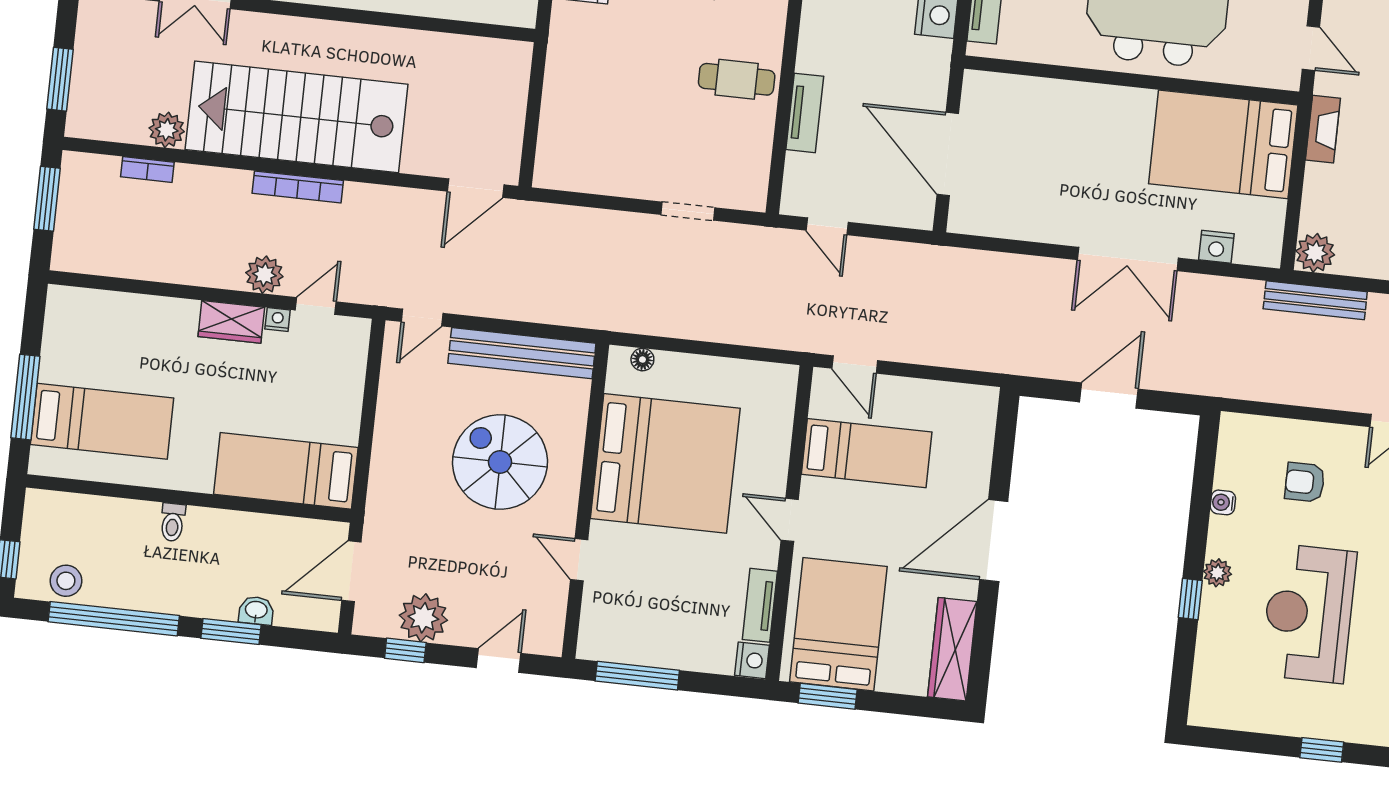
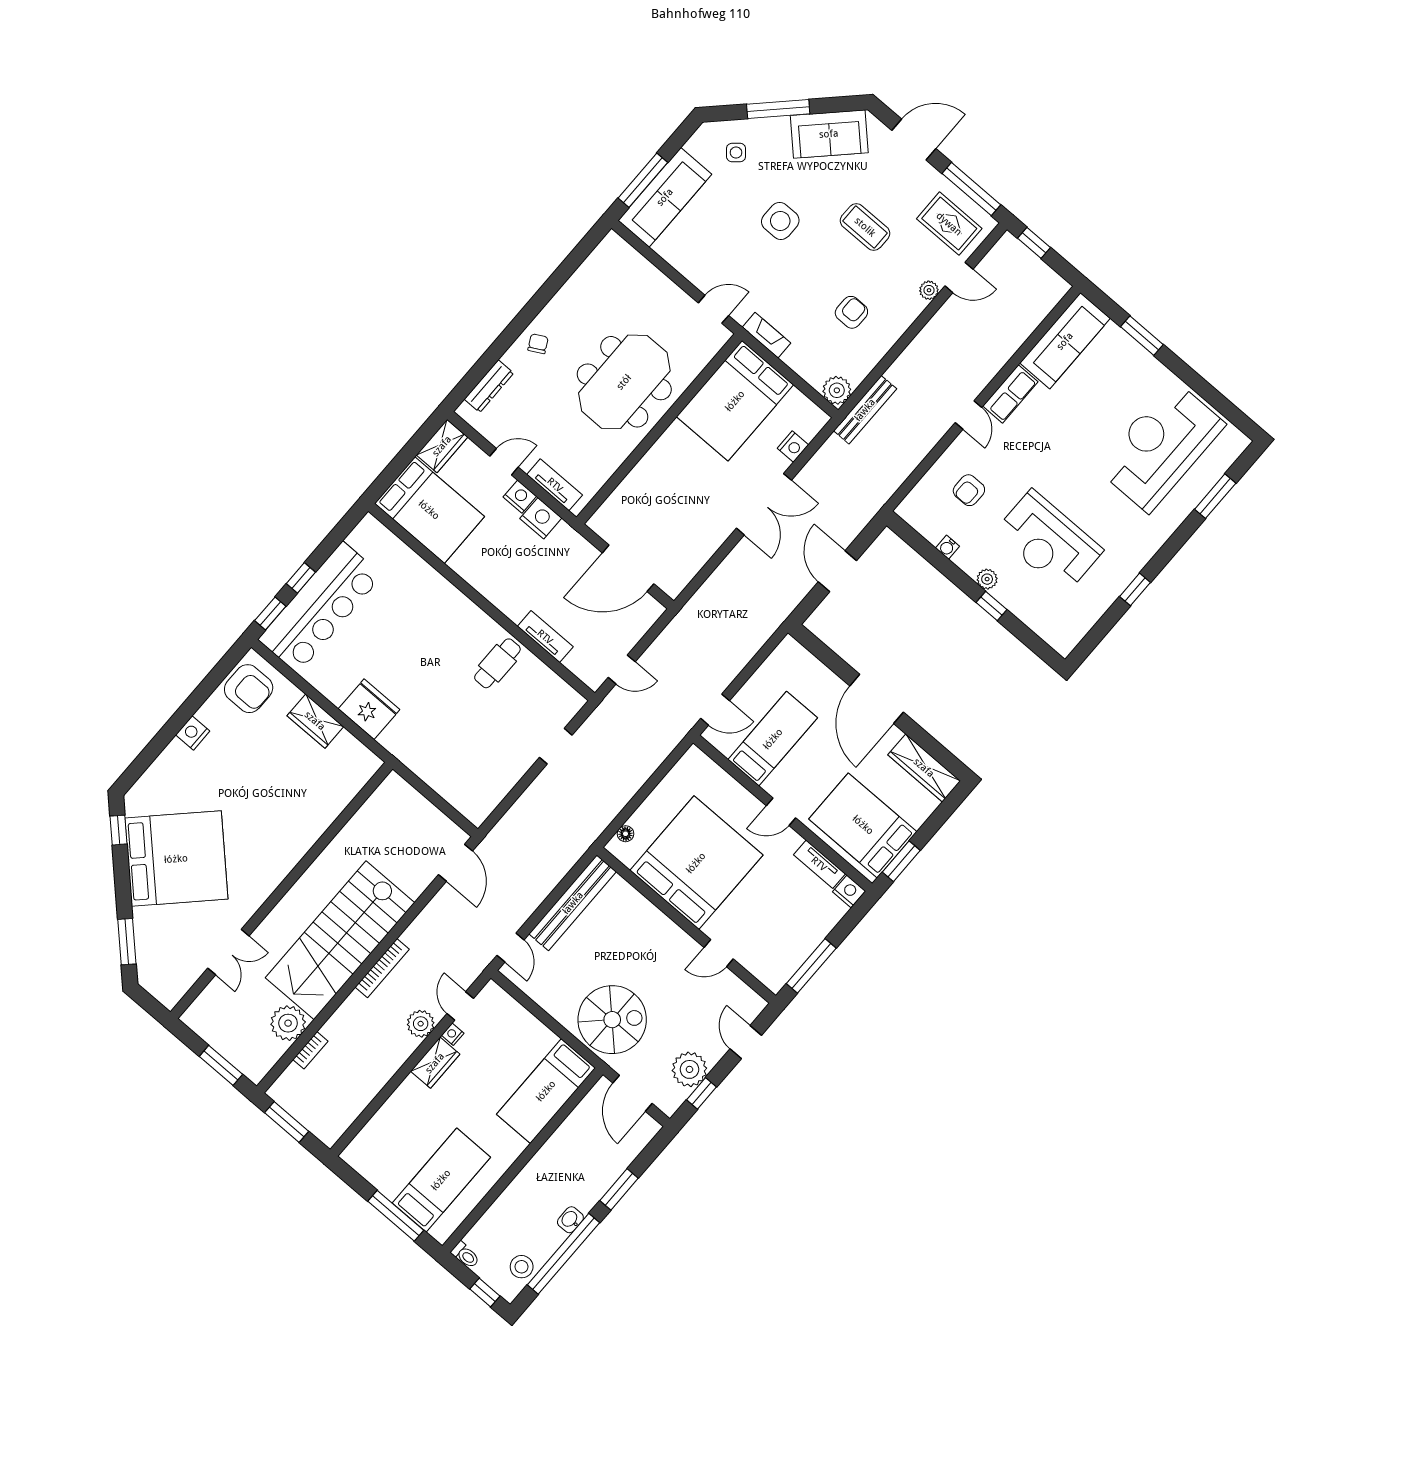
plant: (167, 130) -> (288, 1023), width x1.36, depth x1.36
spiral stairs: (500, 462) -> (612, 1020), moved, turned 180
toilet: (173, 522) -> (465, 1255), moved
washbasin: (256, 610) -> (570, 1220), moved

